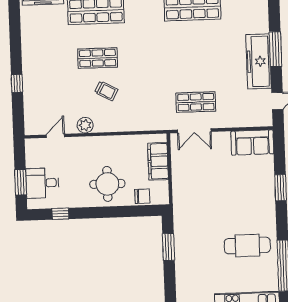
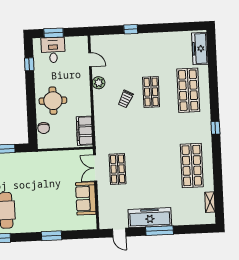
sofa: (252, 142) -> (86, 198), moved
filing cabinet: (158, 161) -> (85, 131), moved, turned -90

